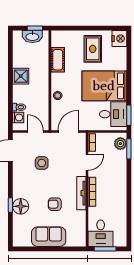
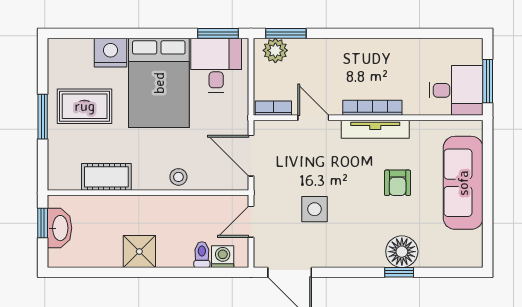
window: (88, 28) -> (43, 117), added
nightstand: (119, 39) -> (111, 53), moved
sofa: (49, 237) -> (463, 183), width x1.36

